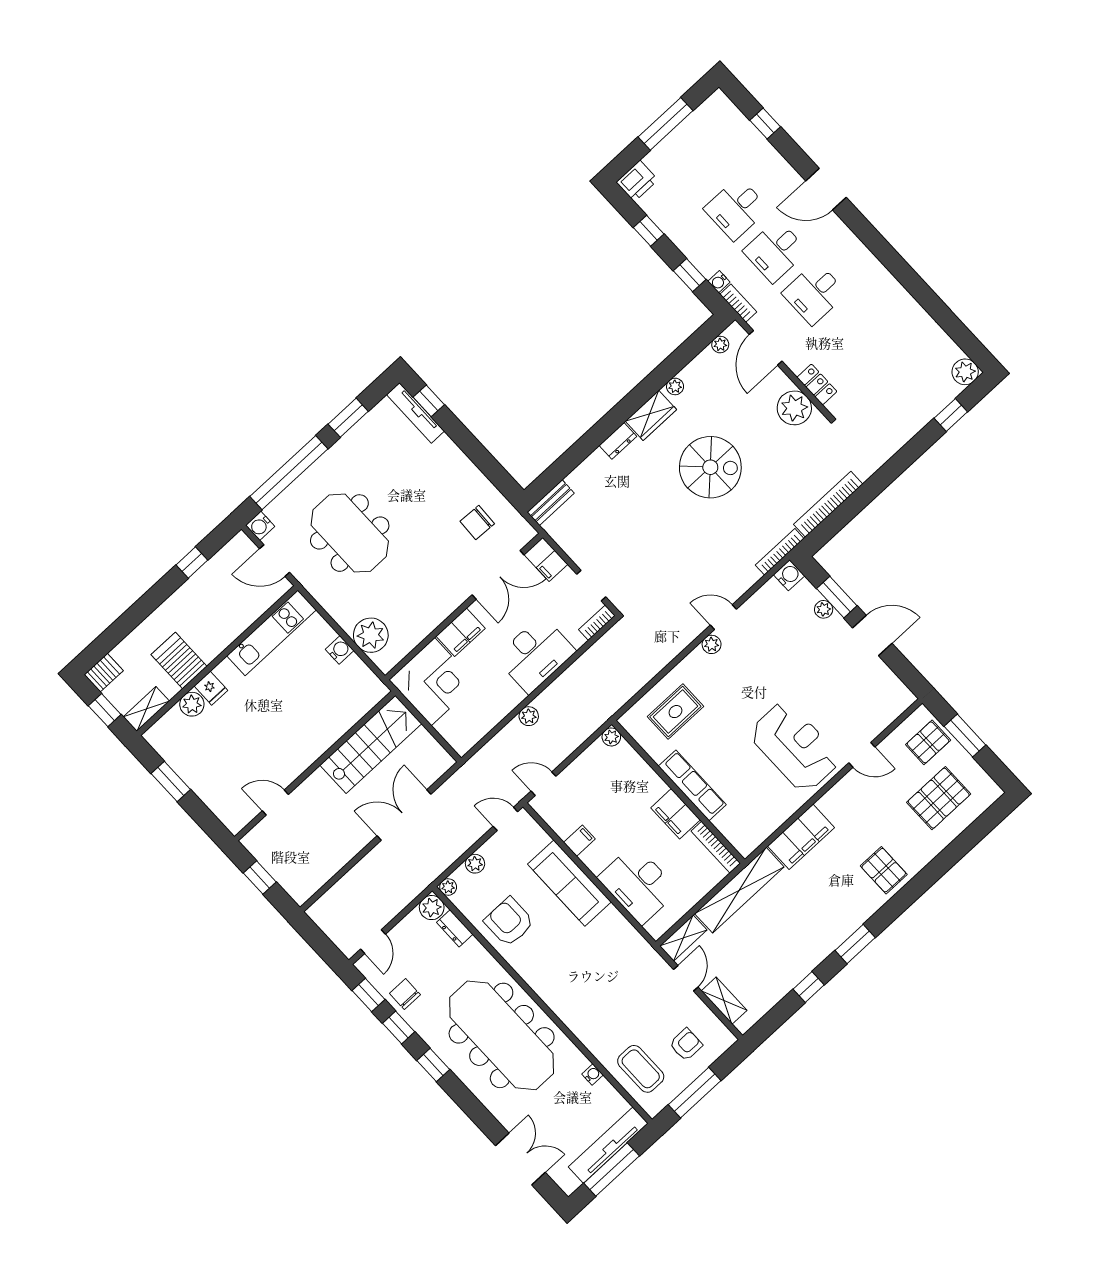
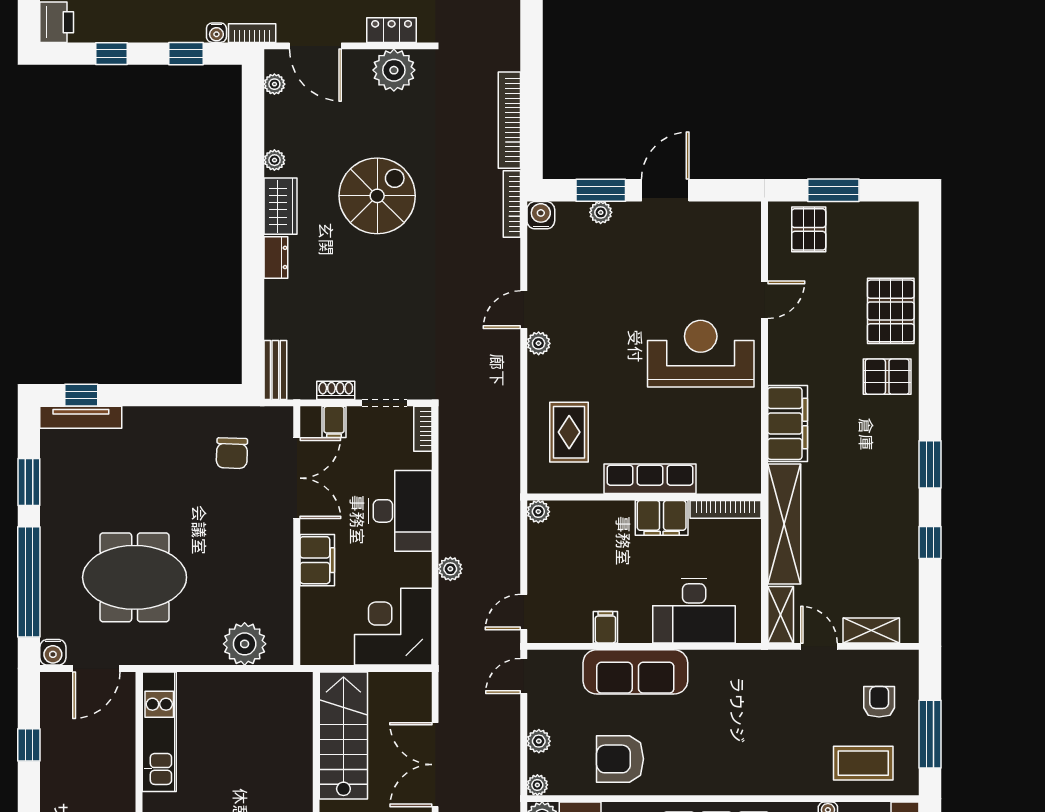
shoe rack: (572, 550) -> (336, 390), added
water cooler: (340, 650) -> (232, 684), removed
corner desk: (433, 682) -> (393, 627), moved, turned -90
pallet: (939, 798) -> (891, 311), moved

